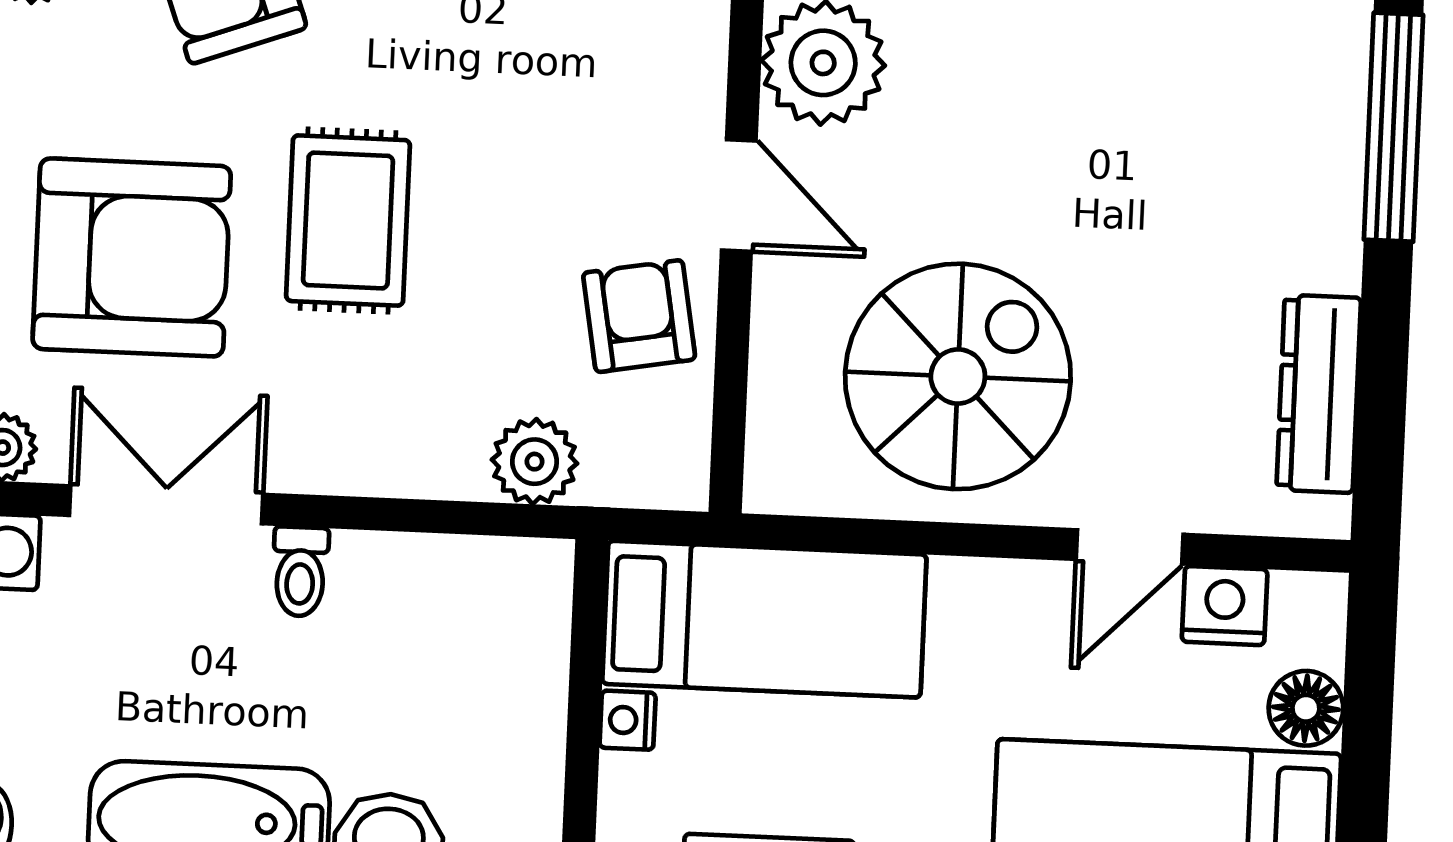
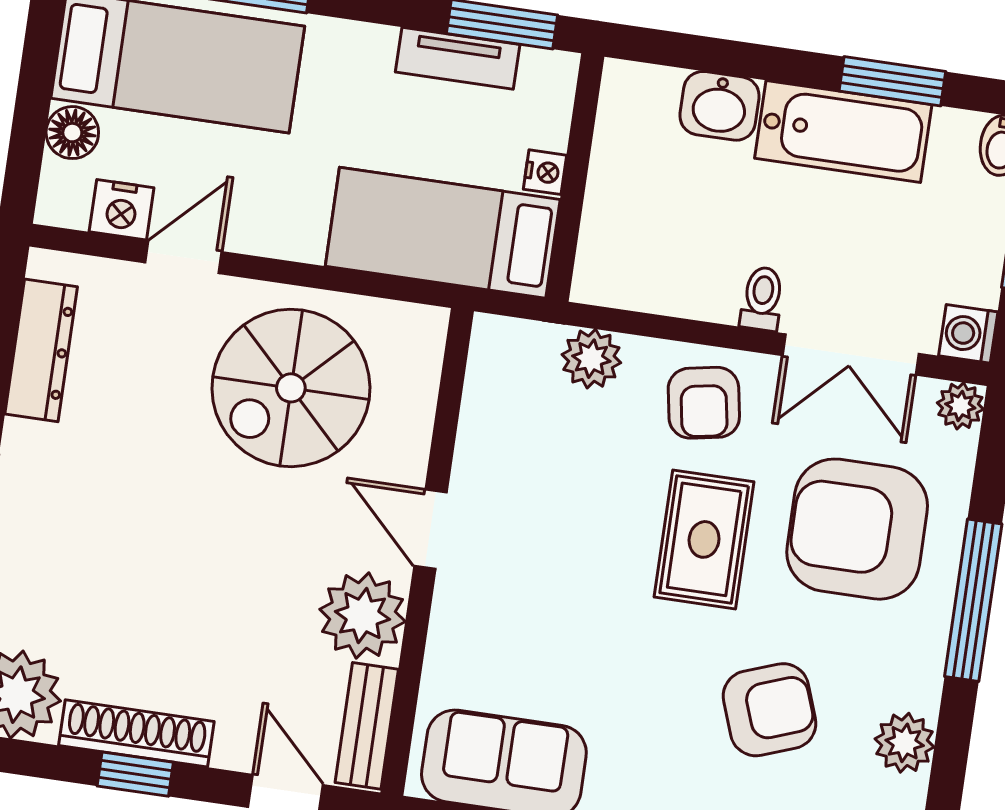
armchair: (639, 316) -> (704, 403), moved

